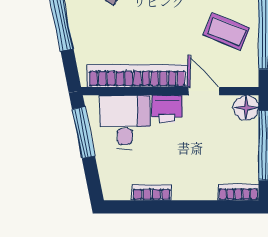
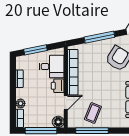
window: (83, 133) -> (35, 50), moved
plant: (206, 190) -> (21, 103), added

